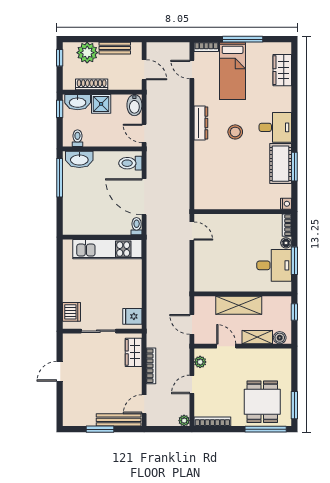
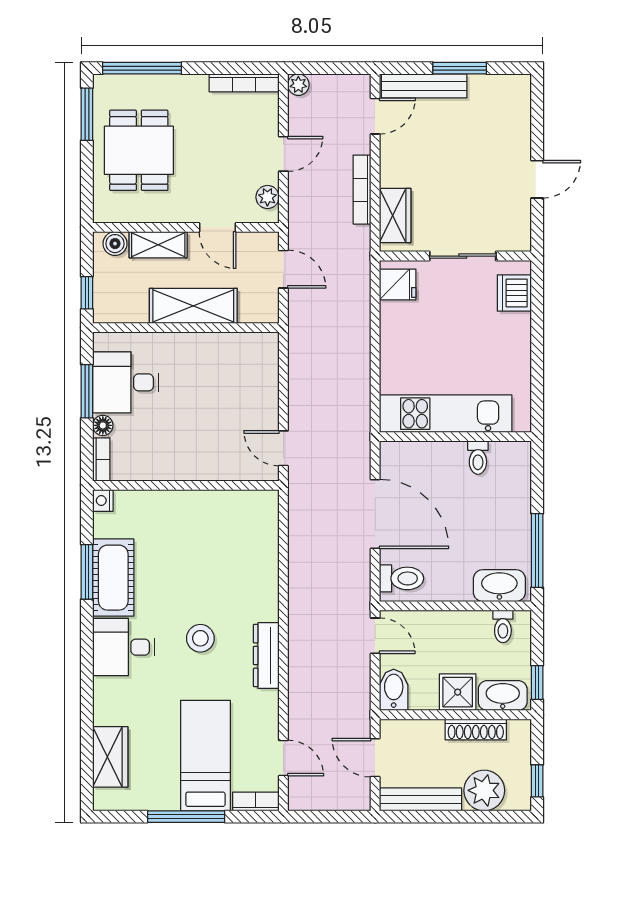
bench: (115, 48) -> (420, 799), width x1.36
toilet: (137, 226) -> (478, 458), moved
dining table: (262, 402) -> (139, 150), moved

